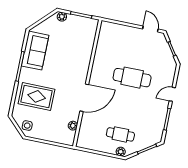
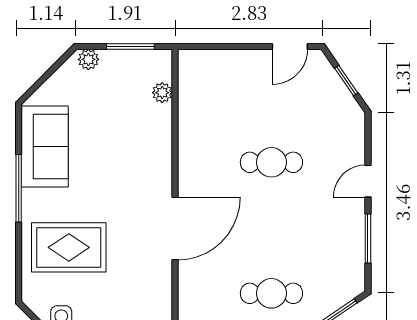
door: (150, 29) -> (290, 46), swing flipped
cafe table: (132, 78) -> (271, 162), width x0.73, depth x0.74
plant: (73, 126) -> (162, 93), moved

